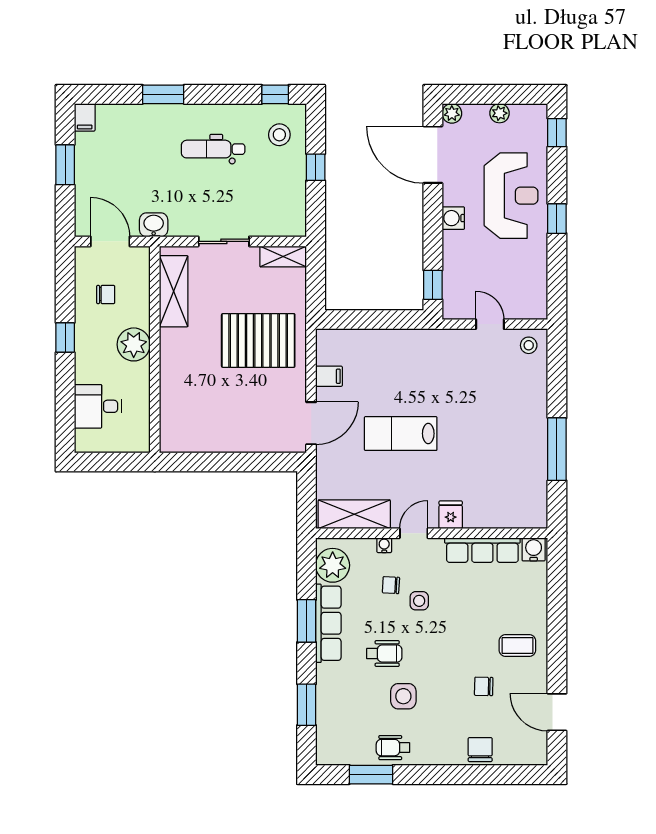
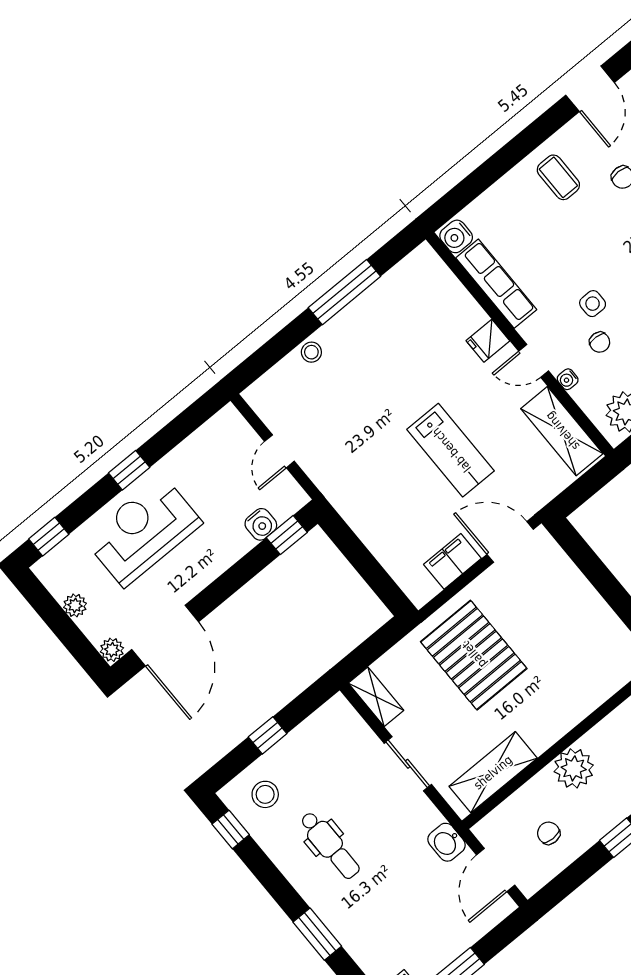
water cooler: (453, 218) -> (261, 524), moved
stool: (529, 345) -> (311, 352), moved
filing cabinet: (329, 376) -> (452, 561), width x2.00

